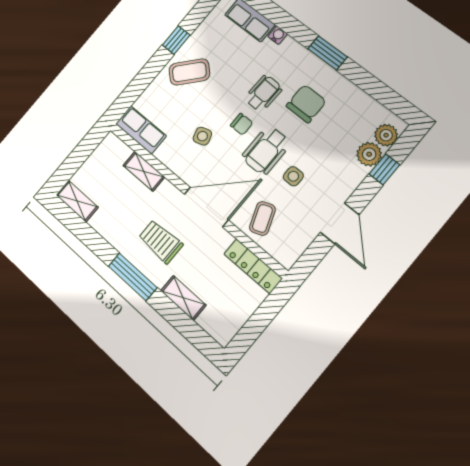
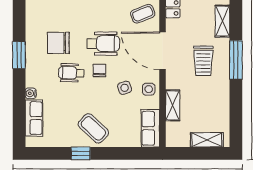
side table: (293, 176) -> (149, 89), moved
shelving: (77, 201) -> (207, 140), moved, turned 90

